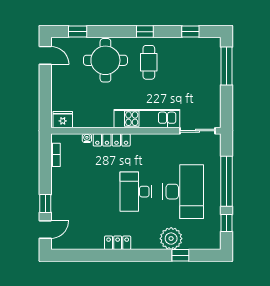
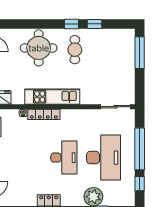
window: (78, 32) -> (15, 24), removed
window: (190, 32) -> (95, 24), moved
kitchen unit: (147, 119) -> (52, 97), moved
desk: (136, 192) -> (64, 158), turned 180

